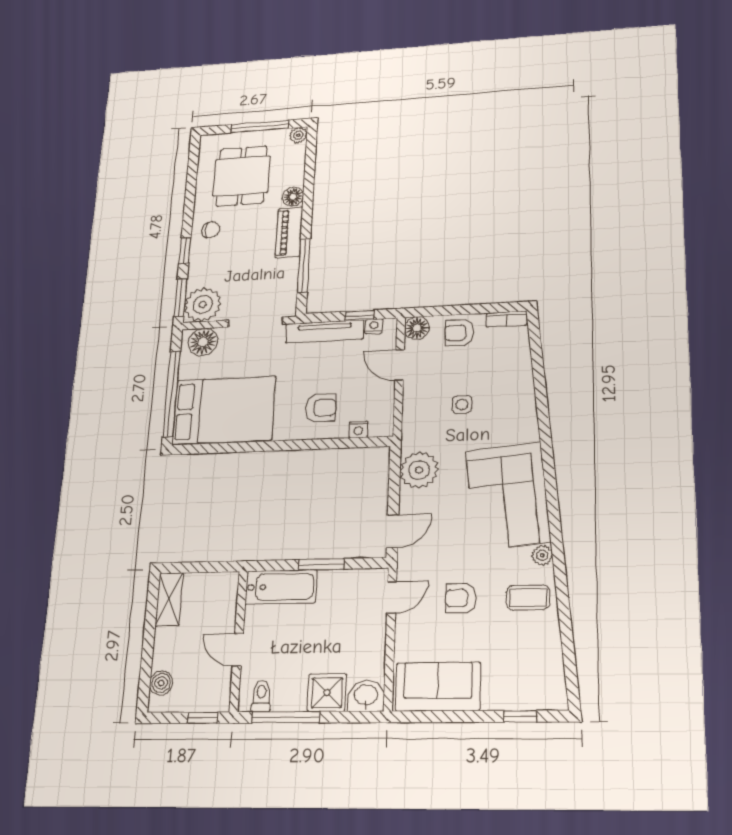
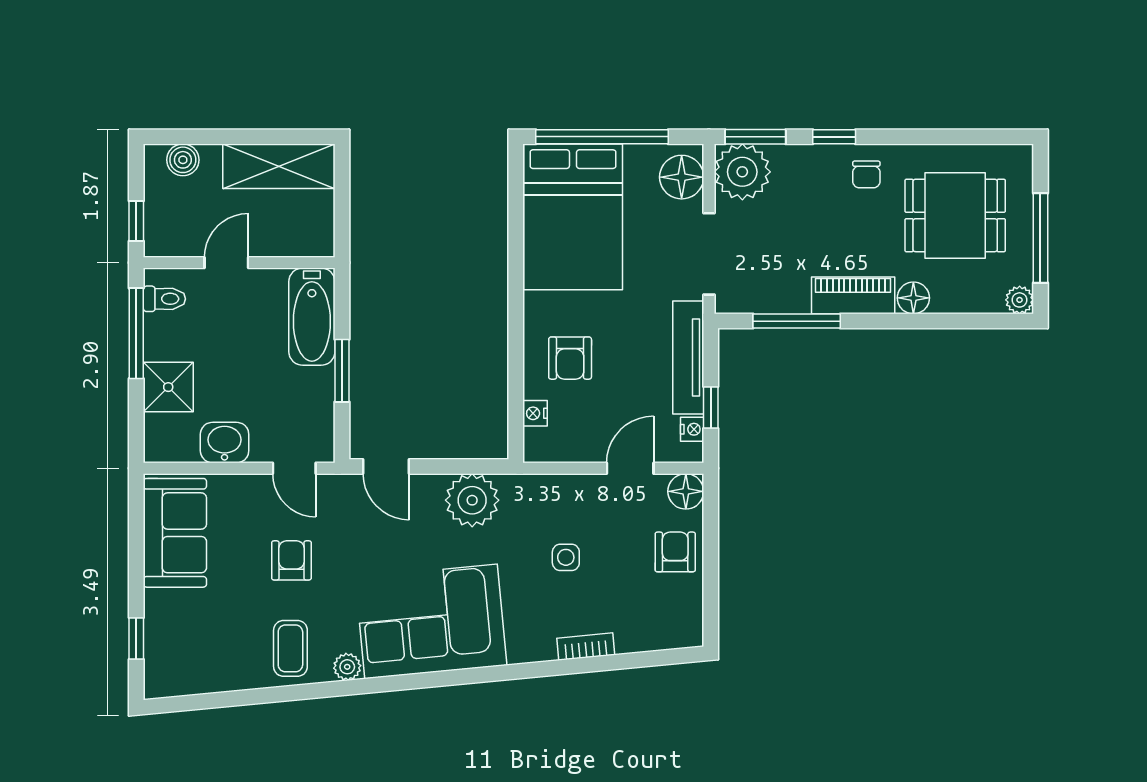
bookcase: (506, 319) -> (586, 646), moved, turned 85
shelving: (169, 599) -> (279, 166), width x1.50, depth x1.33
washbasin: (366, 696) -> (225, 443), moved, turned -90

